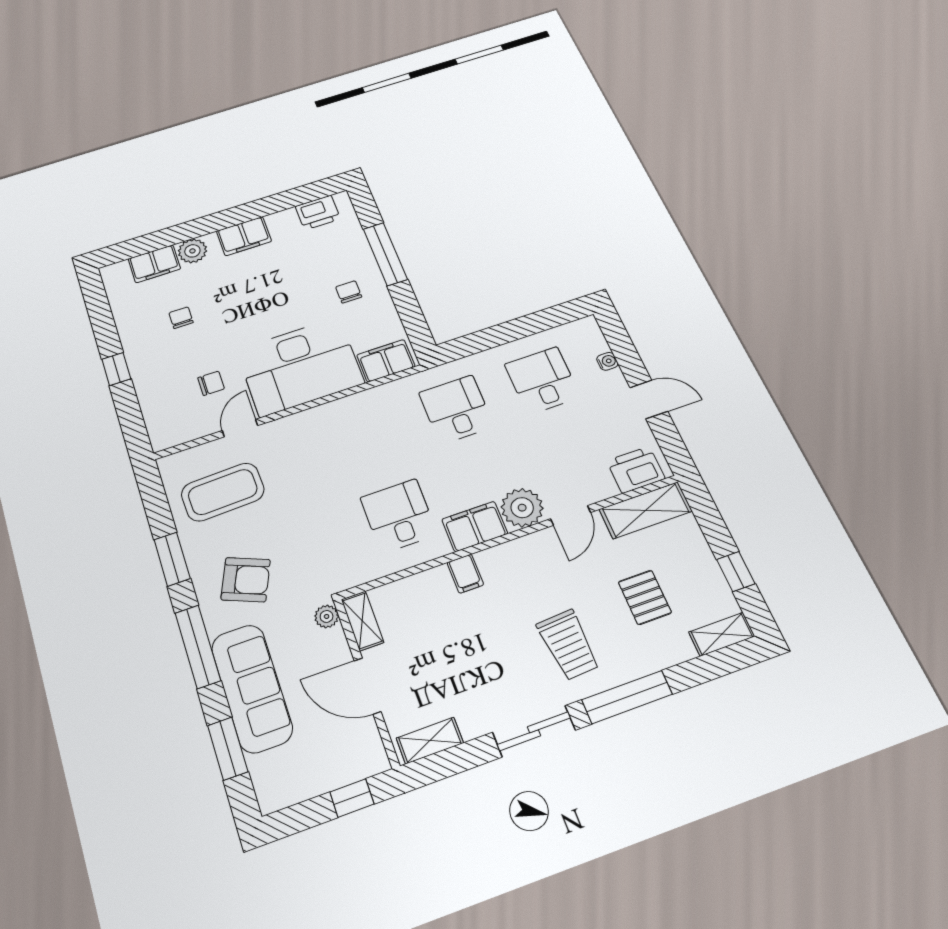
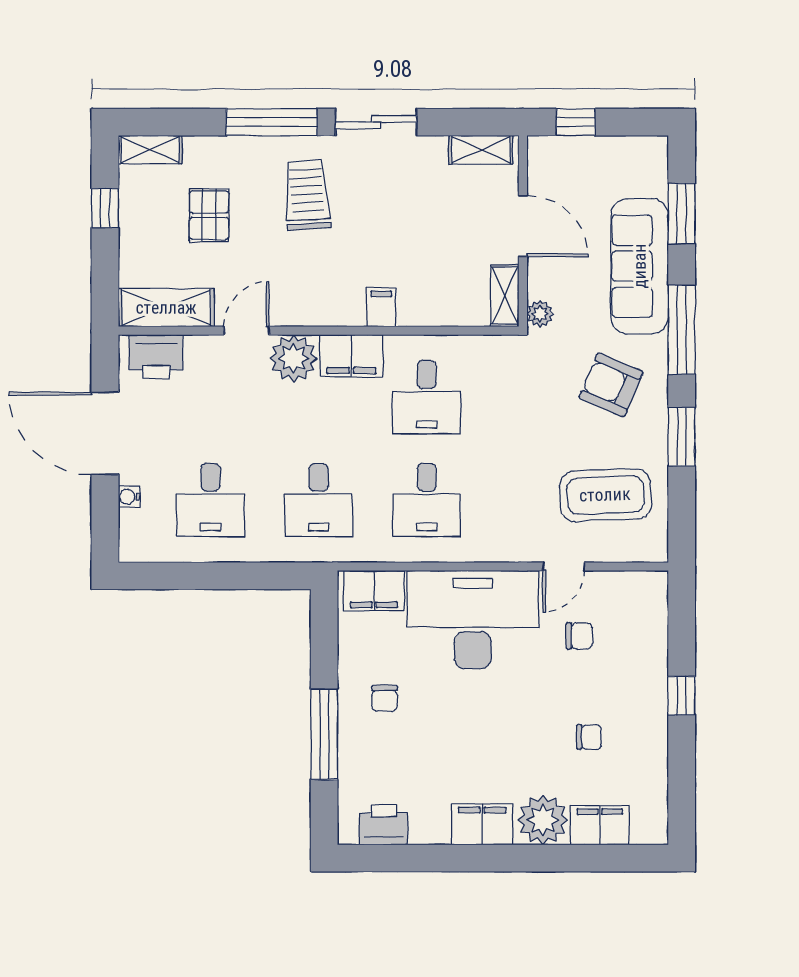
plant: (192, 251) -> (543, 820), width x1.36, depth x1.36
chair: (181, 318) -> (589, 737), turned -90
chair: (211, 383) -> (579, 636), turned 180
door: (649, 399) -> (105, 433), width x1.88
desk: (369, 439) -> (427, 500), added

